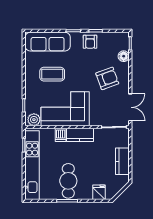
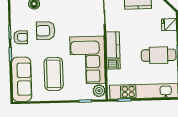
coffee table: (52, 74) -> (54, 74), width x1.36, depth x1.32
armchair: (107, 78) -> (46, 31), moved, turned -70

